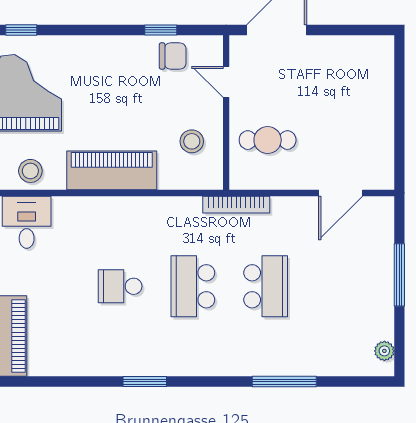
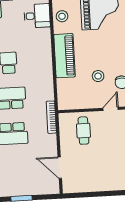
stool: (192, 141) -> (98, 76), moved
window: (399, 275) -> (22, 198), width x0.69

